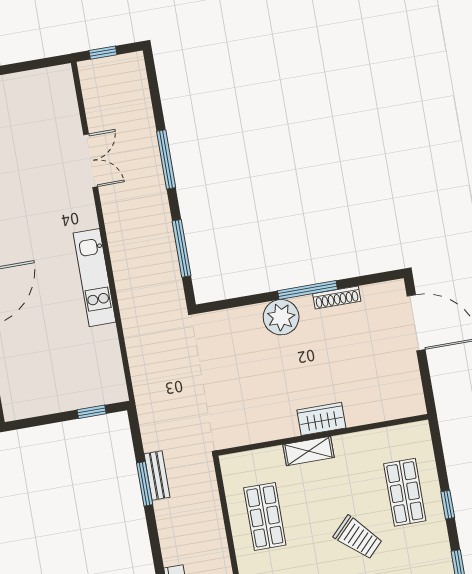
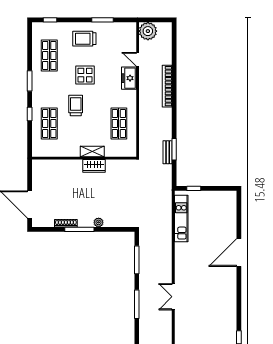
double door: (91, 161) -> (173, 297), moved
kitchen unit: (94, 278) -> (181, 219), moved
plant: (281, 317) -> (99, 222), width x0.53, depth x0.53
wardrobe: (321, 419) -> (94, 166), moved
trolley: (358, 538) -> (76, 105), turned 46

